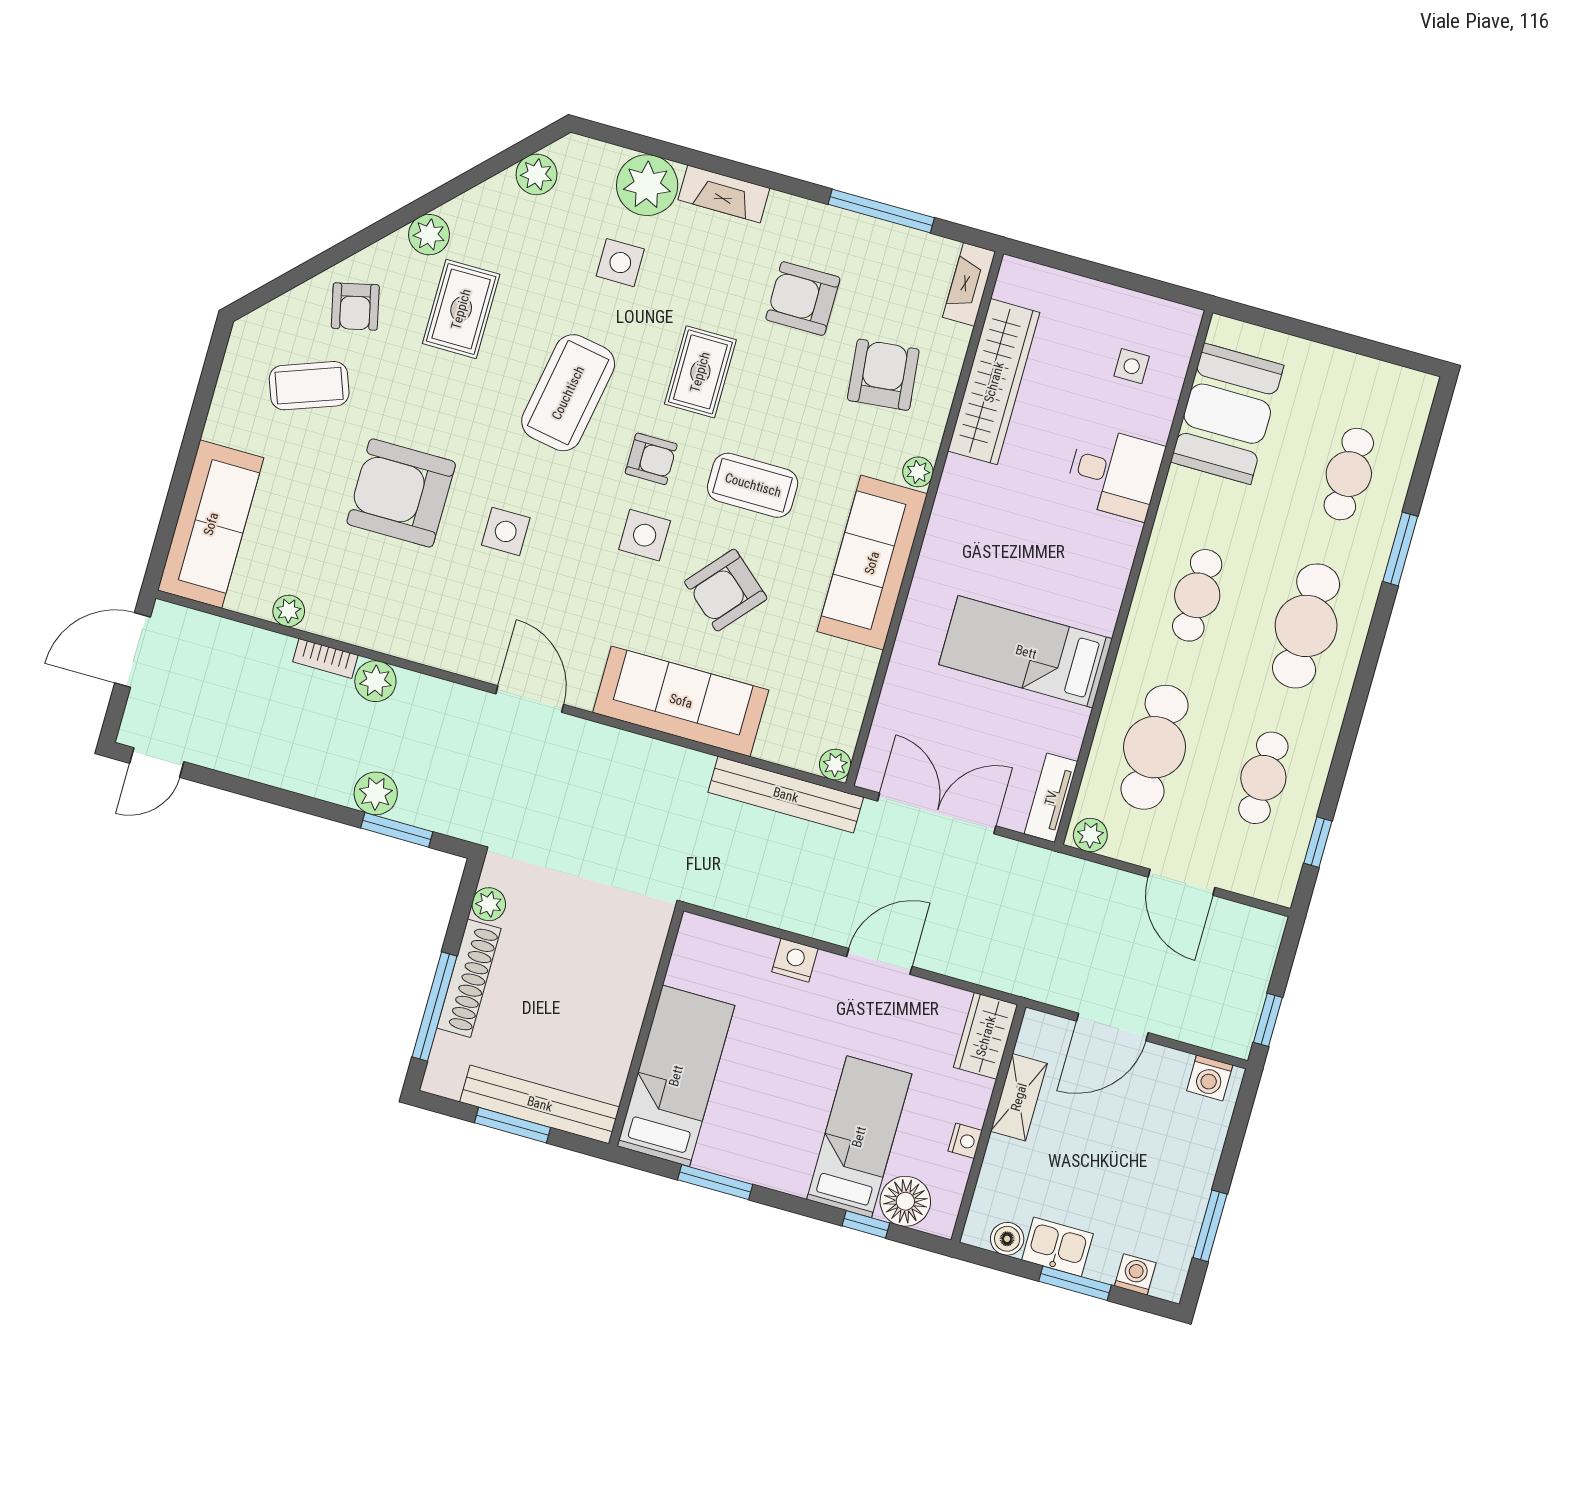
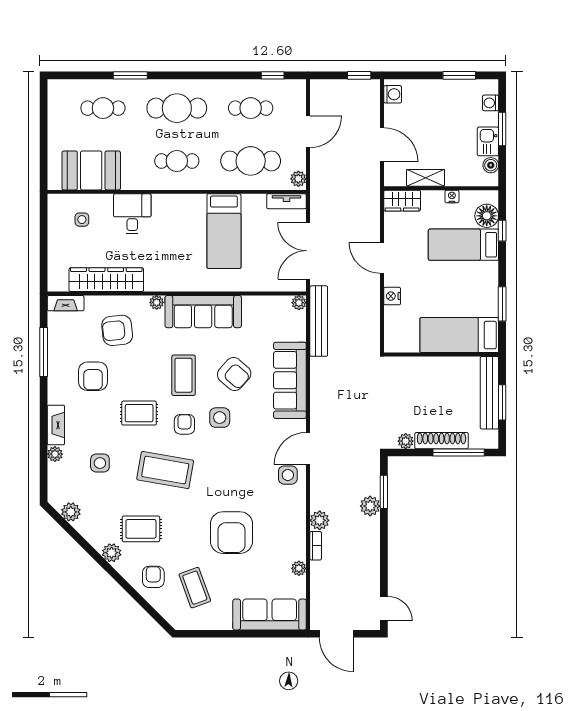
plant: (647, 185) -> (55, 454), width x0.53, depth x0.53
armchair: (355, 306) -> (153, 577), turned -77
side table: (506, 531) -> (288, 475), moved

